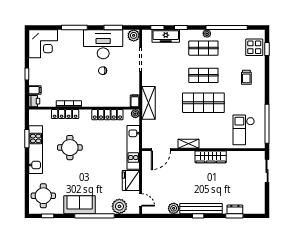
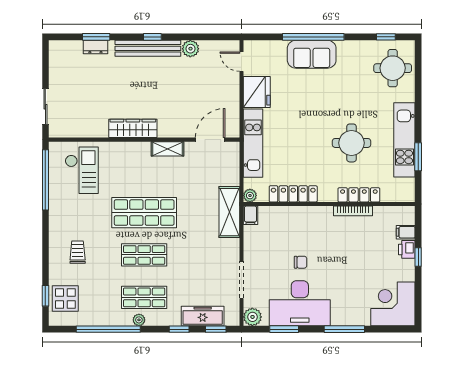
printer: (34, 101) -> (407, 249), moved
sofa: (80, 205) -> (312, 54), moved
plant: (119, 206) -> (274, 52), removed

